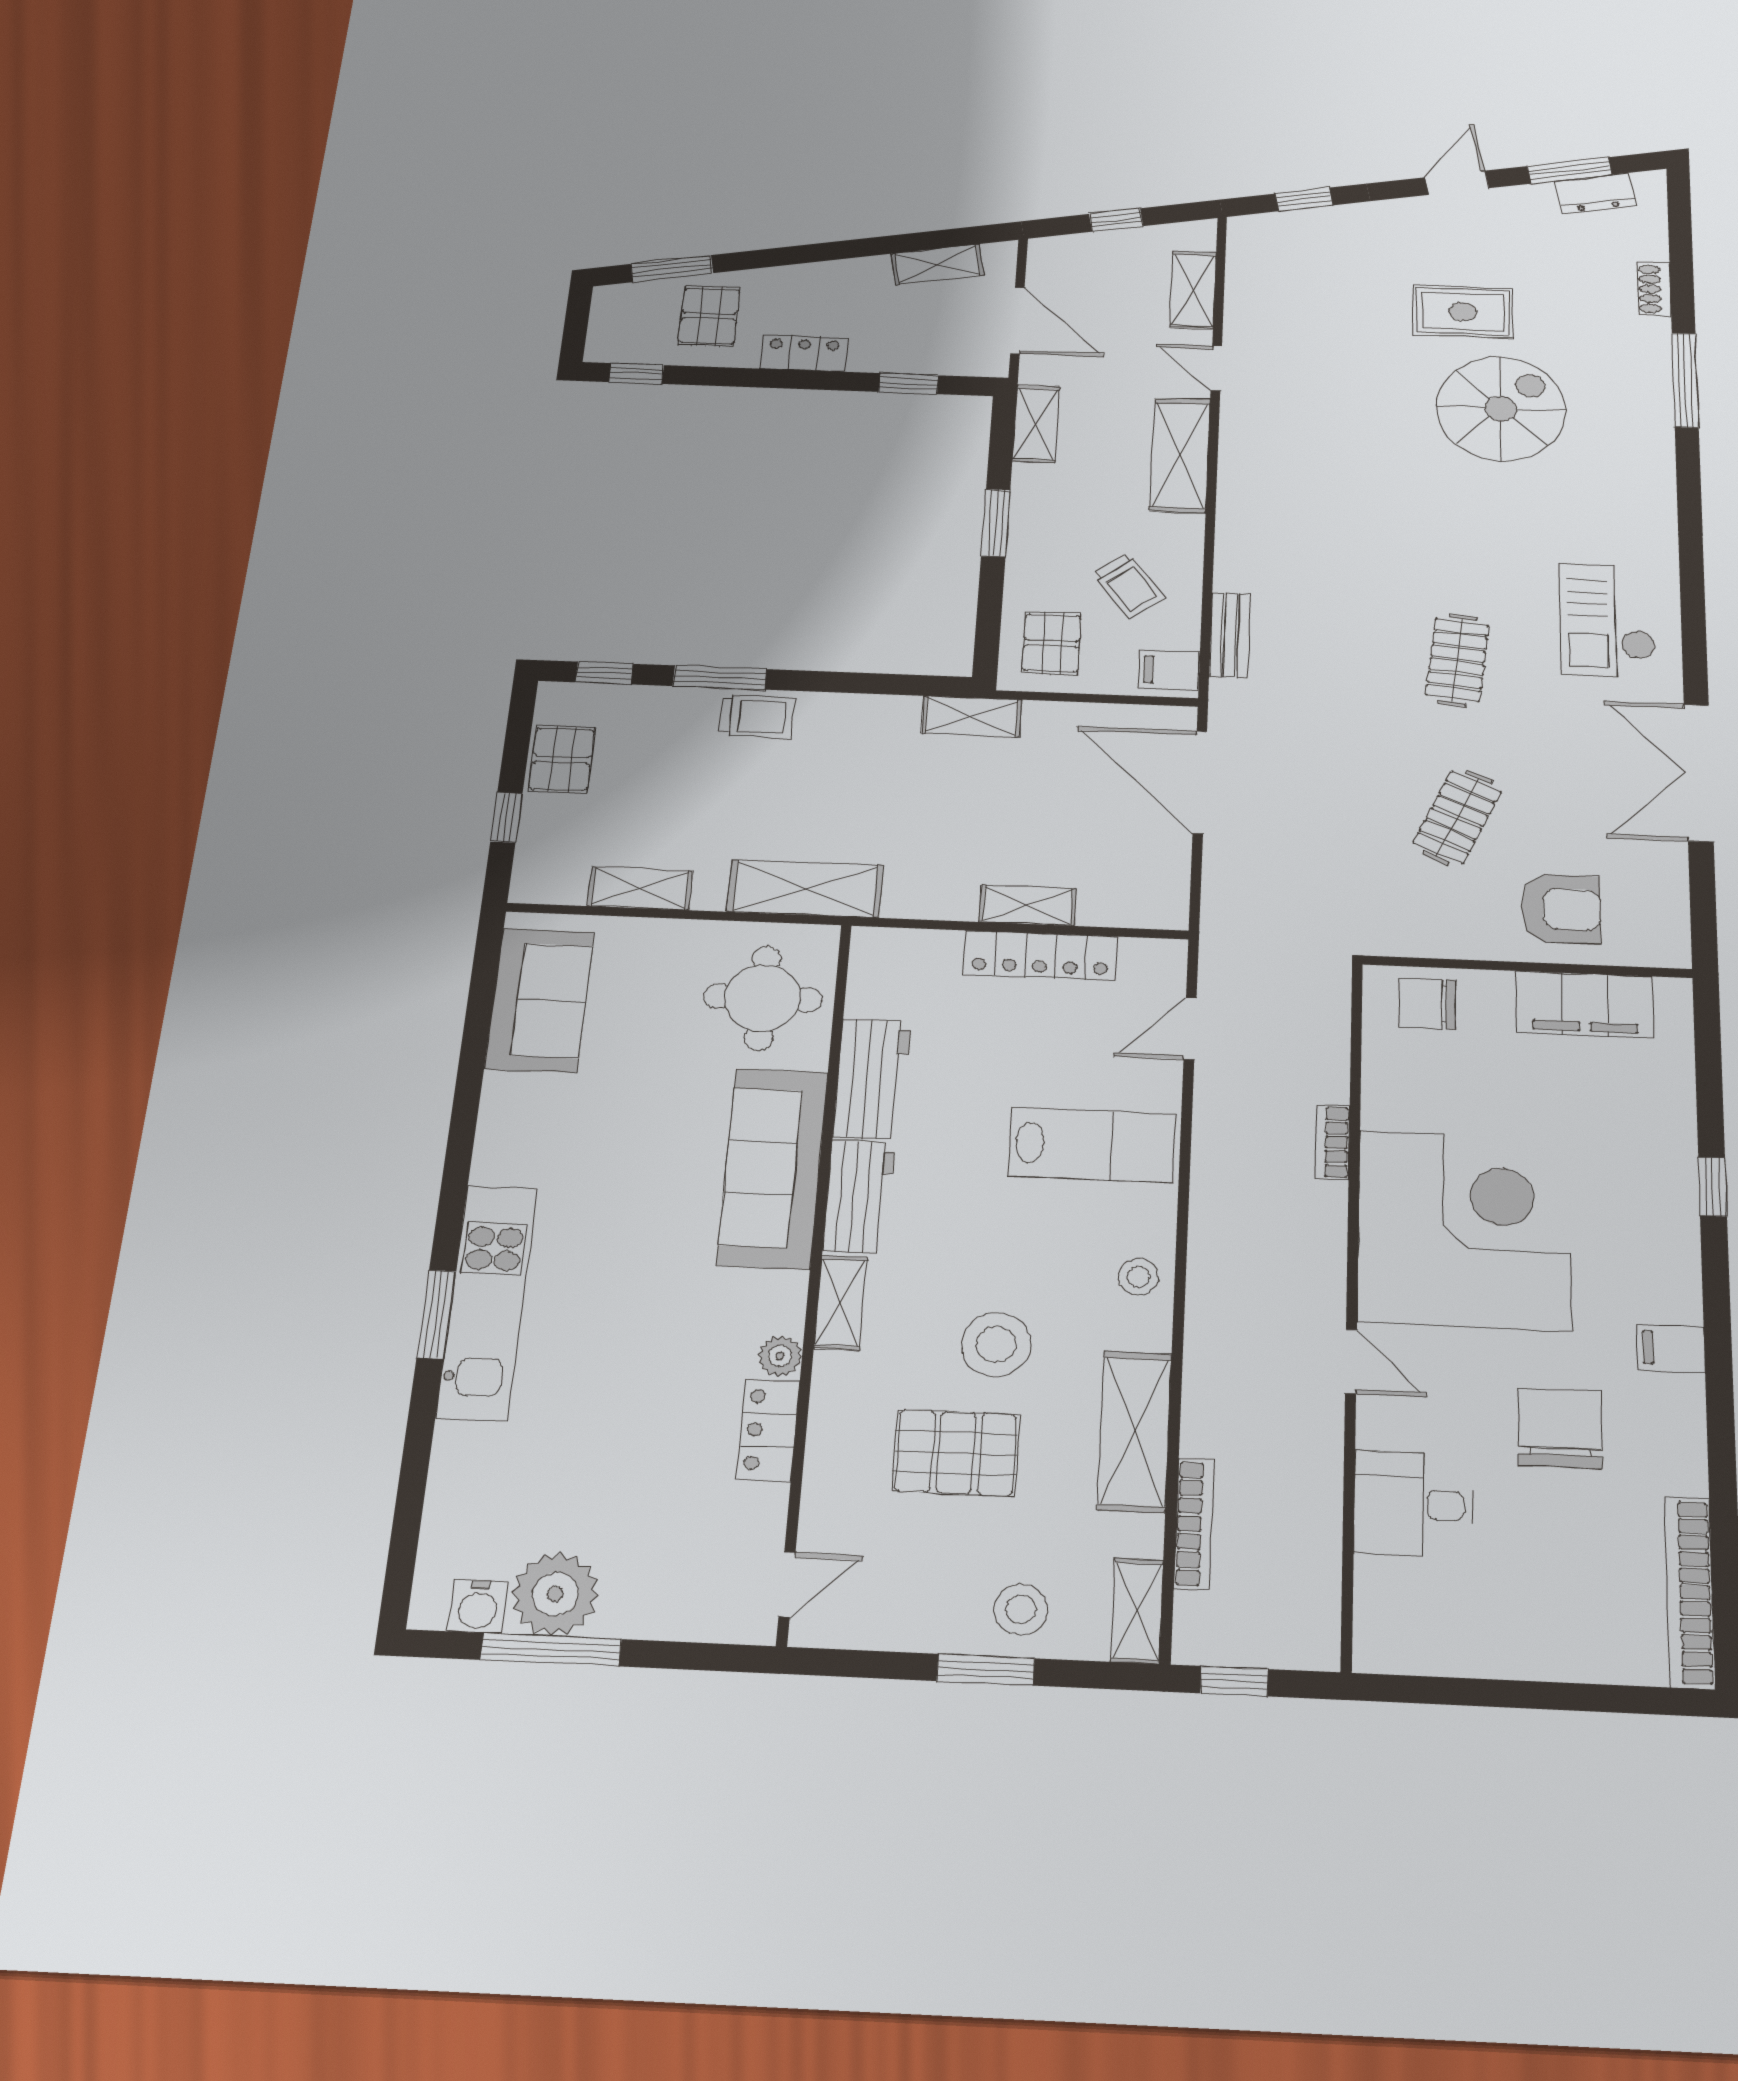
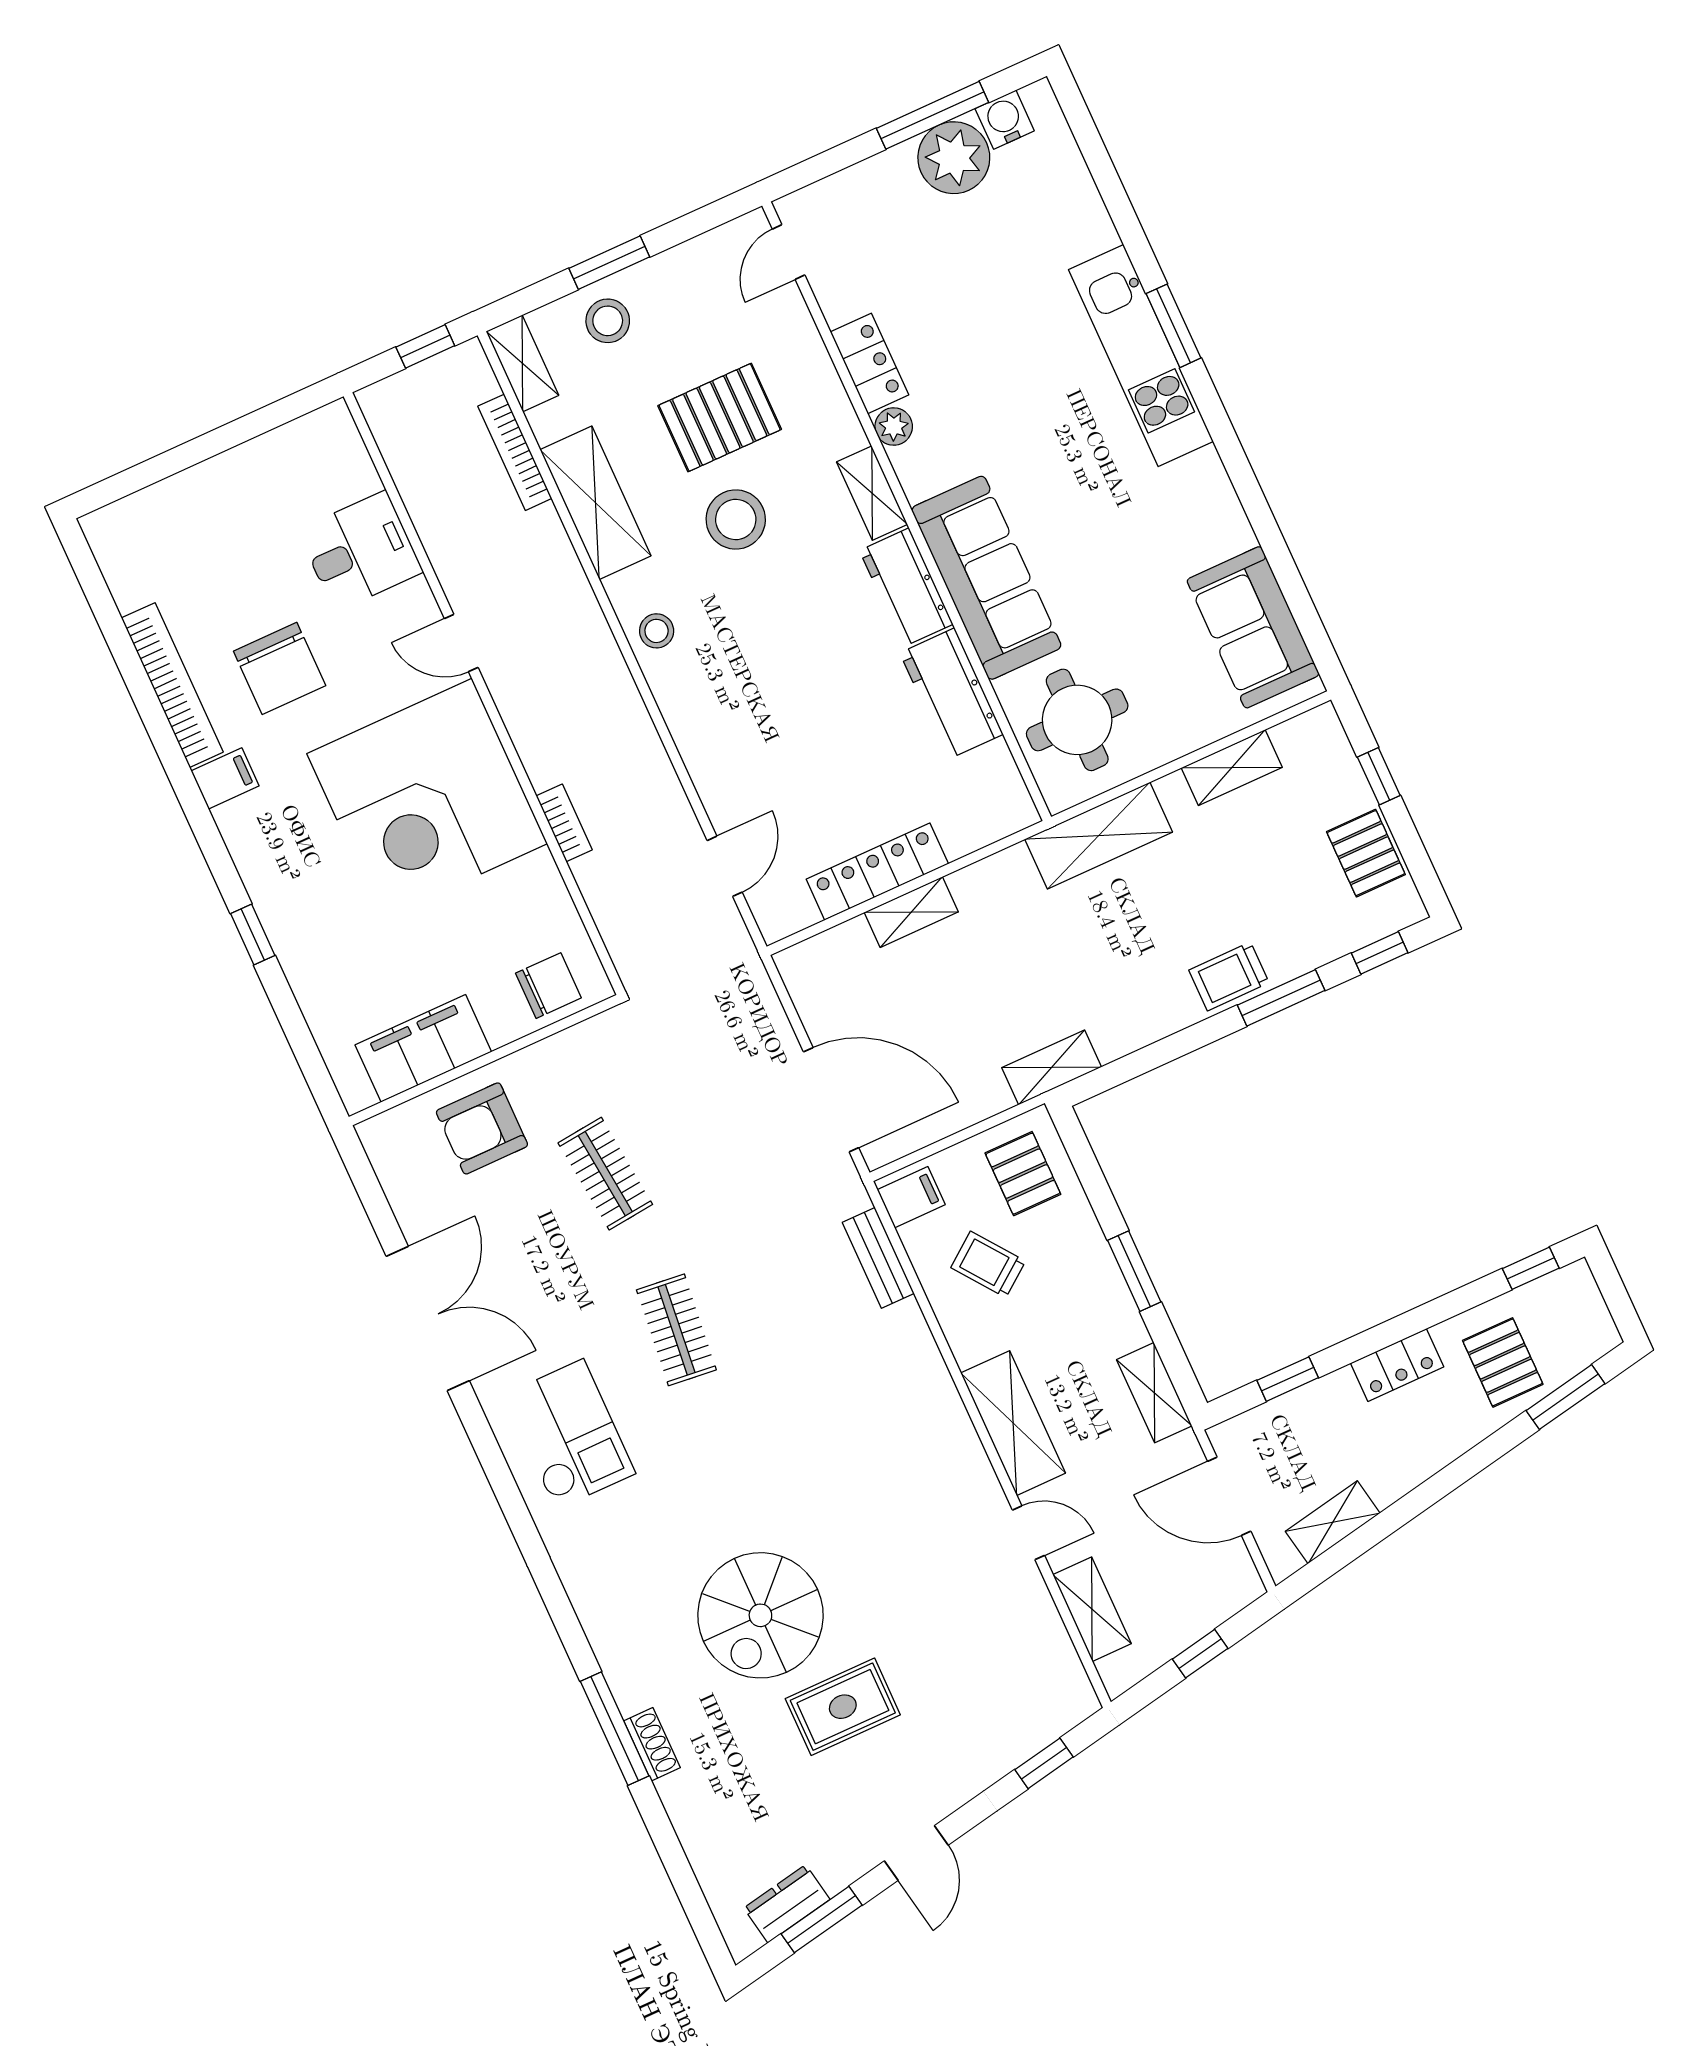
shoe rack: (1654, 289) -> (652, 1744), moved
clothes rail: (1457, 817) -> (605, 1174), turned -30
lab bench: (1092, 1145) -> (749, 724), removed
bookcase: (1690, 1592) -> (172, 685), moved

